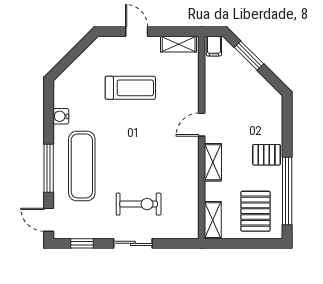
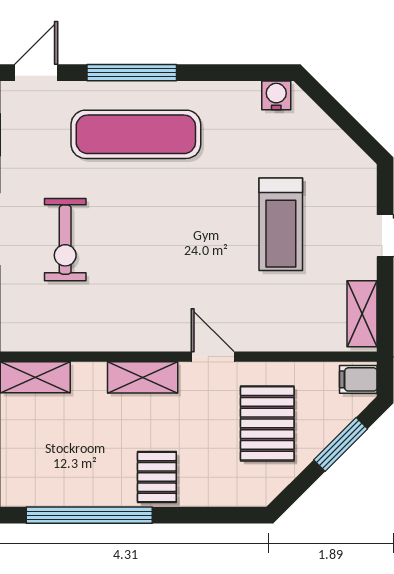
water cooler: (61, 116) -> (276, 95), moved
pallet: (256, 211) -> (267, 423), moved, turned 90

